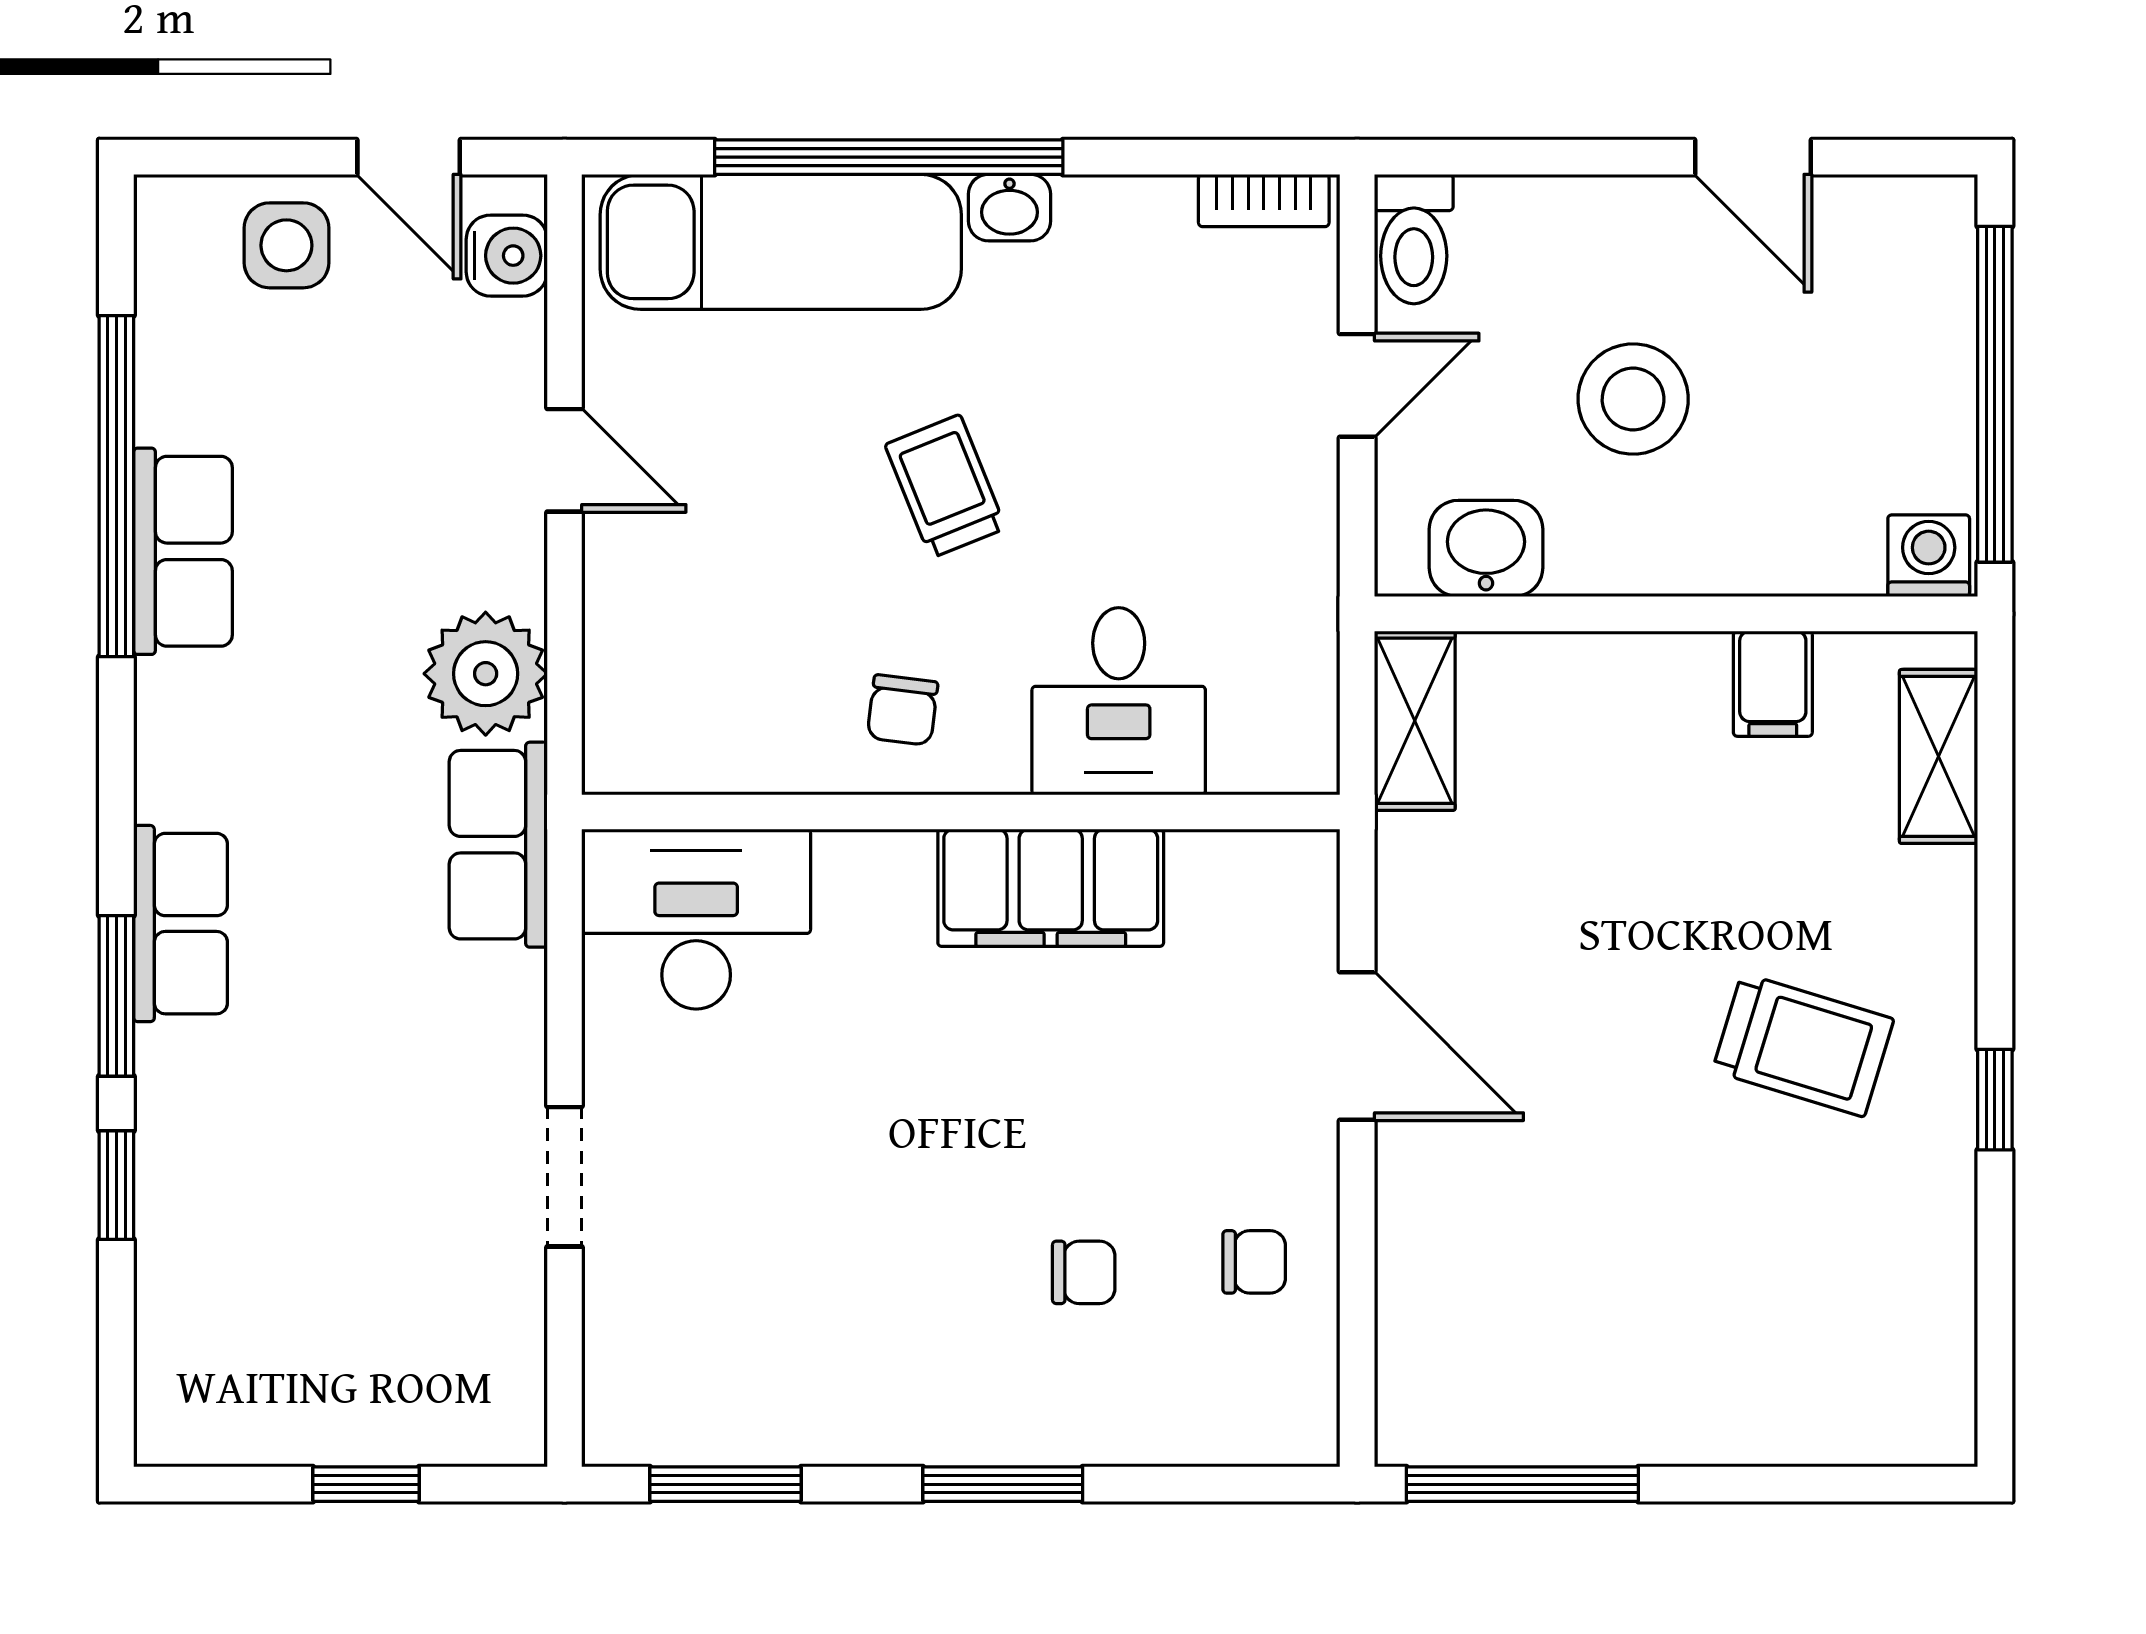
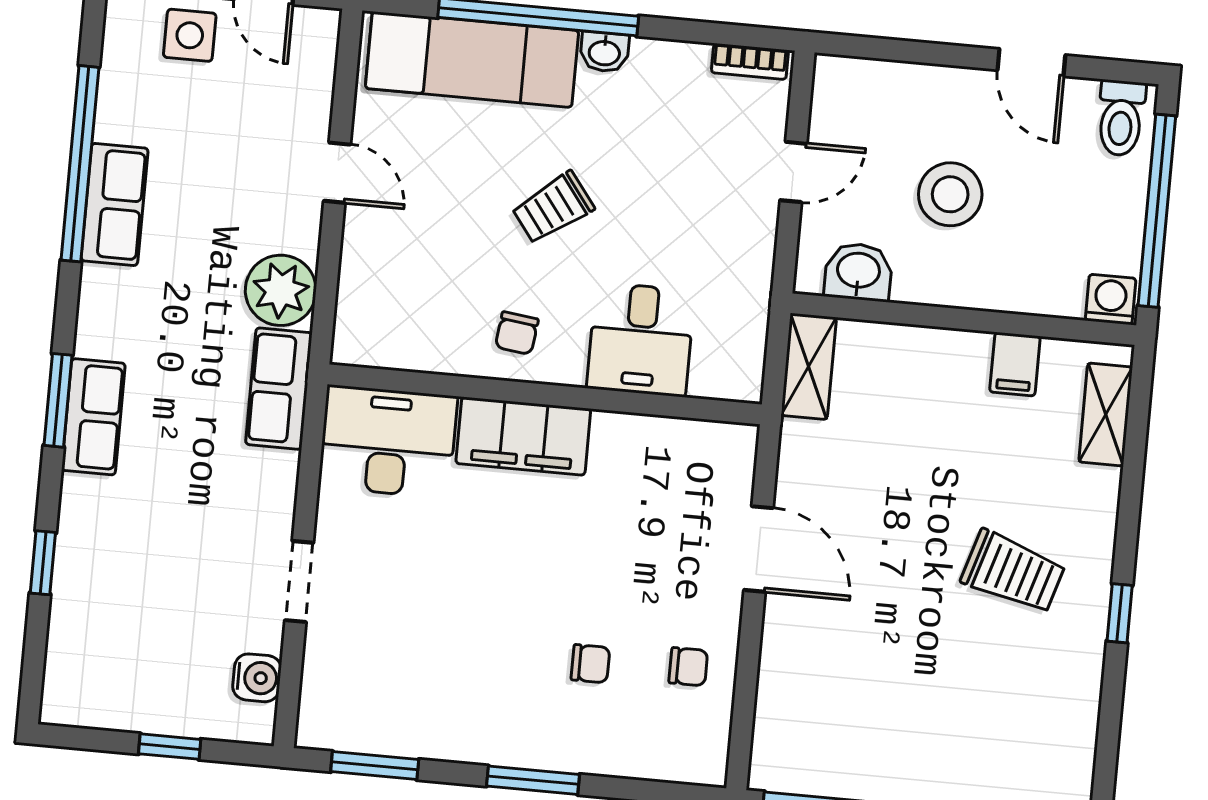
toilet: (1414, 239) -> (1121, 118), moved
water cooler: (507, 256) -> (257, 678), moved
trolley: (945, 486) -> (553, 208), turned -105
filing cabinet: (1051, 888) -> (523, 436), moved
window: (116, 996) -> (58, 400), moved

